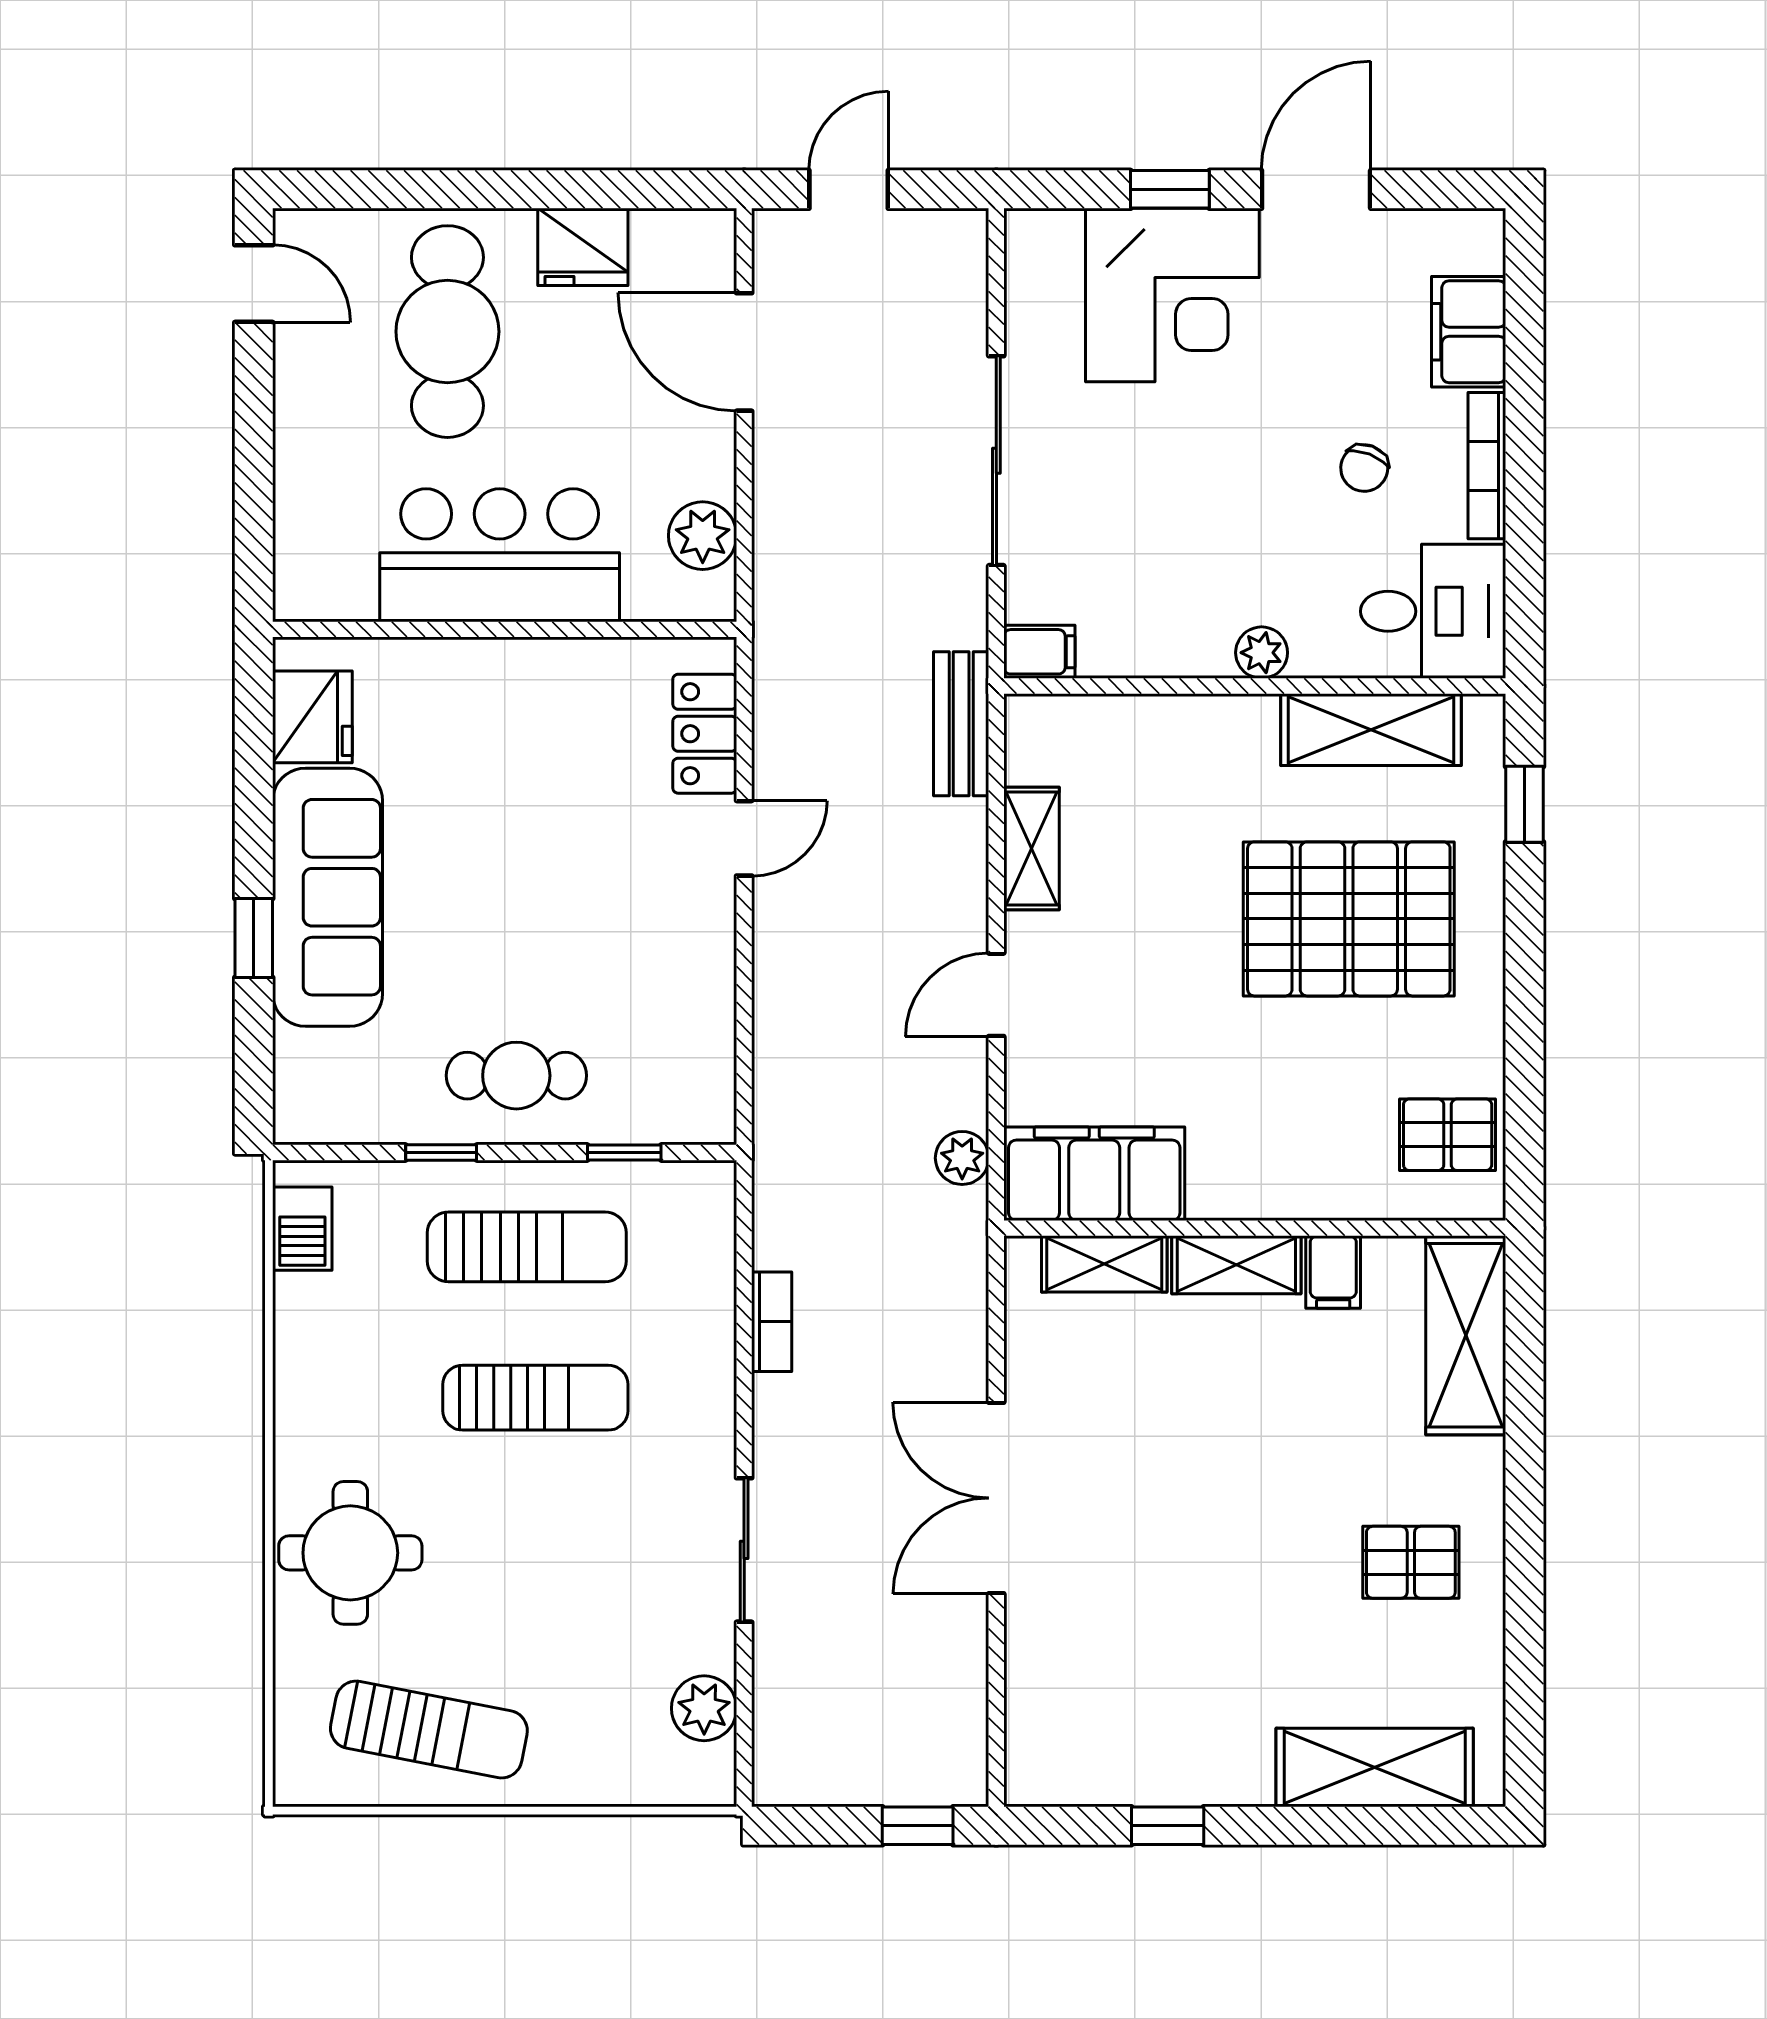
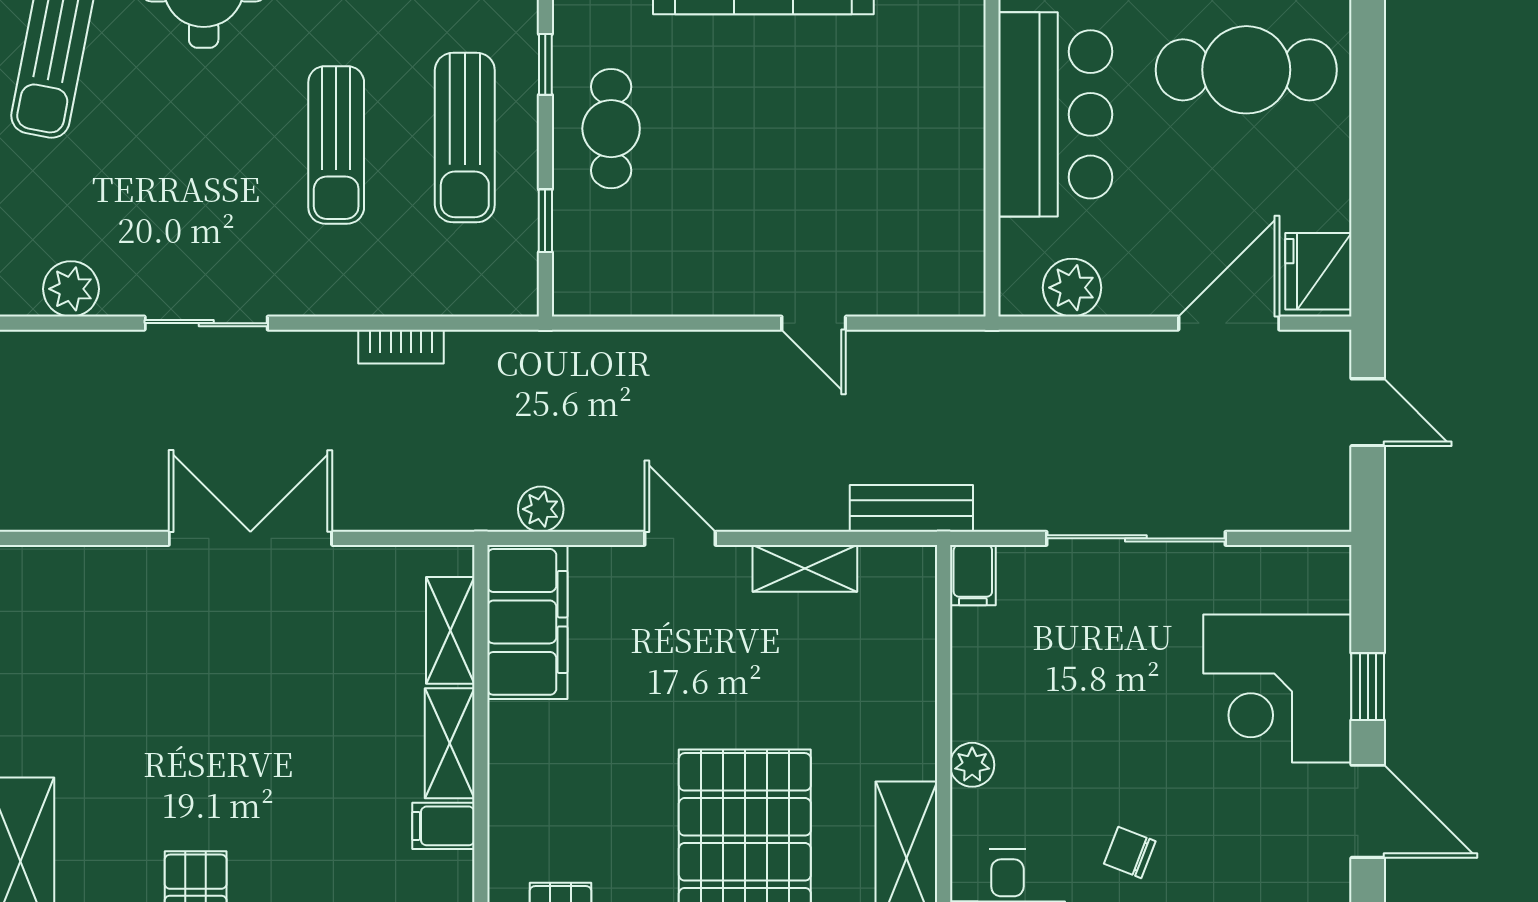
fridge: (583, 247) -> (1318, 271), moved
locker: (705, 734) -> (903, 289), removed

